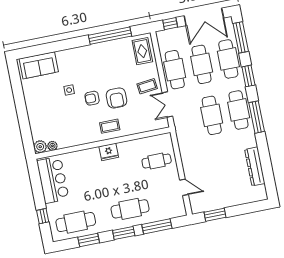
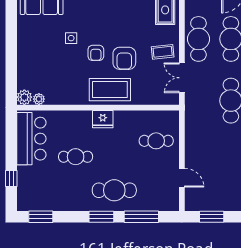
armchair: (92, 98) -> (96, 53), turned -90
coffee table: (110, 126) -> (110, 90), width x1.86, depth x1.72
cafe table: (76, 222) -> (76, 157), moved, width x0.73, depth x0.74
window: (89, 240) -> (41, 217), moved

